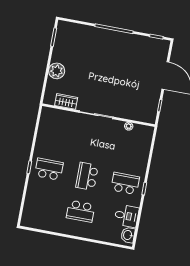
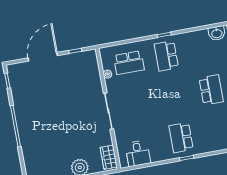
wardrobe: (66, 101) -> (109, 157), moved
school desk: (87, 176) -> (129, 63), moved
desk: (126, 216) -> (138, 153), moved, turned 180

